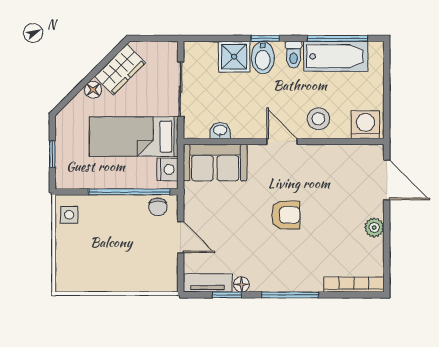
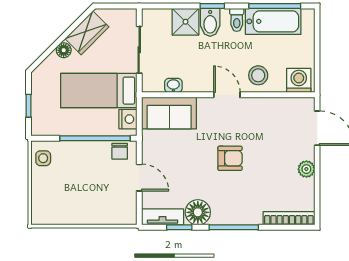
floor lamp: (242, 284) -> (198, 212), width x1.89, depth x1.89

